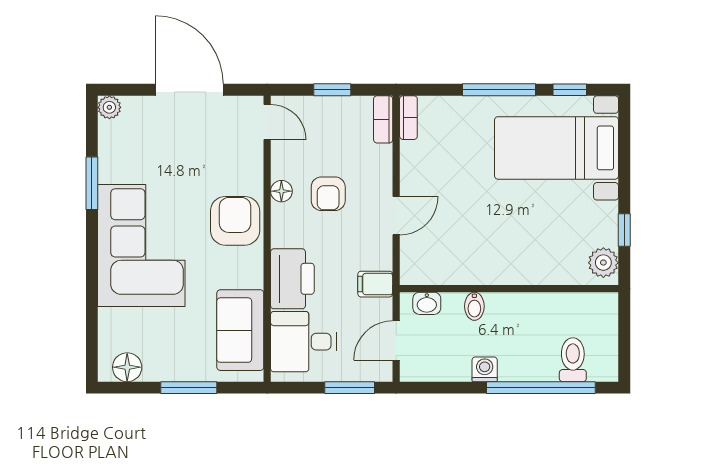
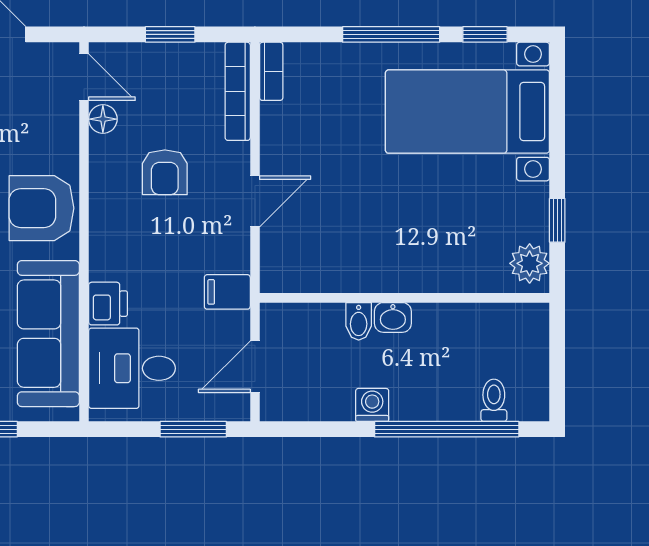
bookcase: (383, 119) -> (238, 91), width x1.56
floor lamp: (281, 191) -> (103, 119), moved
armchair: (235, 221) -> (41, 208), turned -90
printer: (292, 279) -> (108, 304), width x0.53, depth x0.68
washbasin: (427, 303) -> (393, 317), moved
sofa: (240, 330) -> (48, 334), width x1.36
toilet: (573, 360) -> (494, 400), width x0.73, depth x0.72

